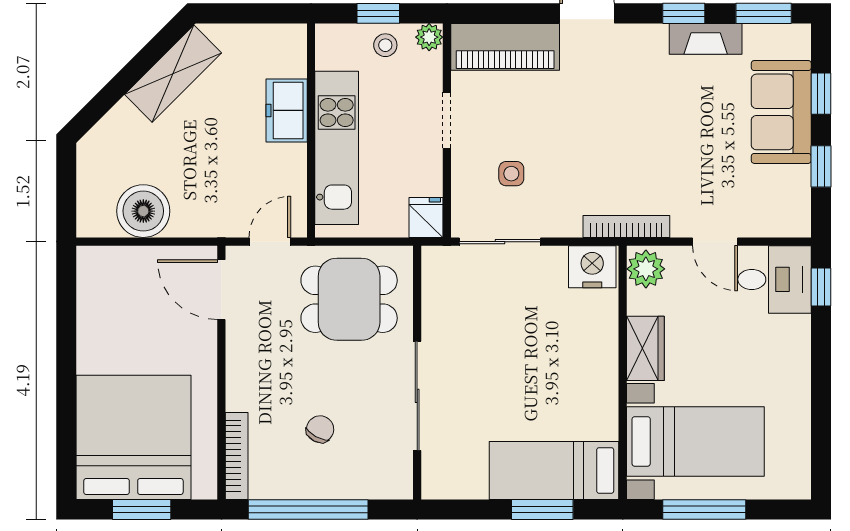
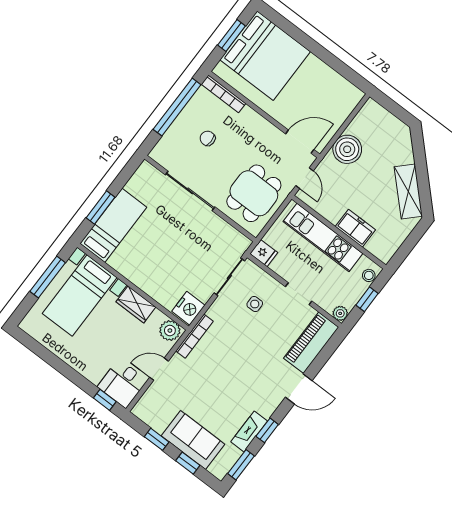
stool: (385, 45) -> (369, 275), moved
boiler: (143, 211) -> (347, 149), moved
chair: (320, 429) -> (208, 138), turned 151

